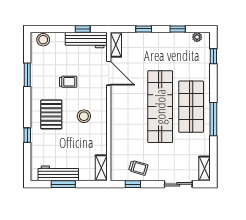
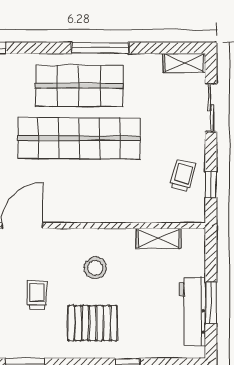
shelving: (101, 168) -> (159, 238), moved

